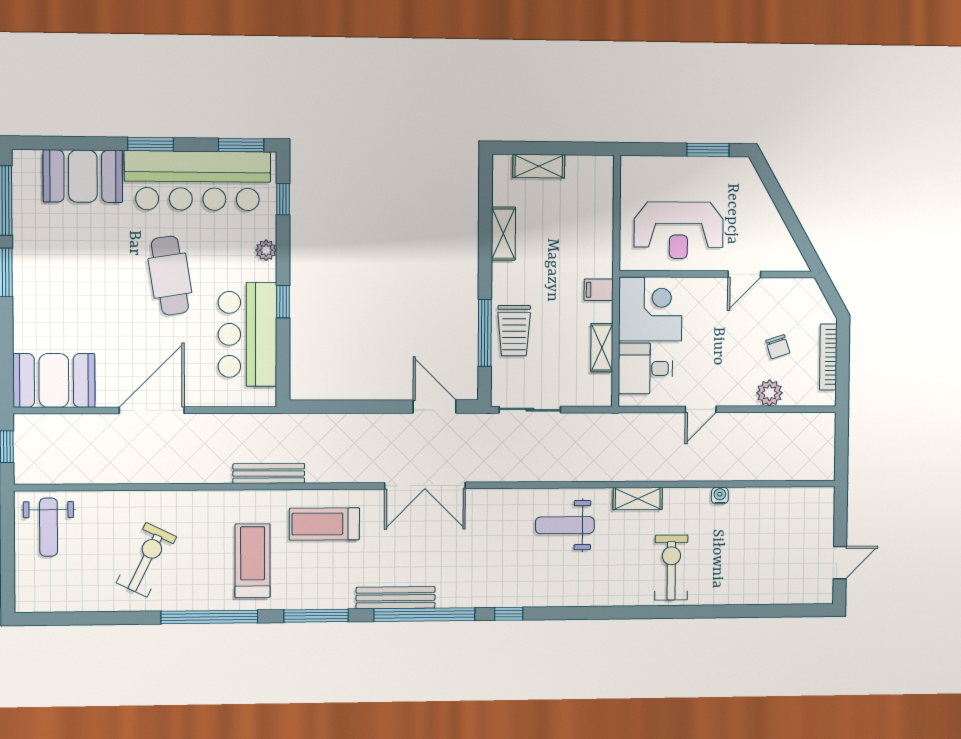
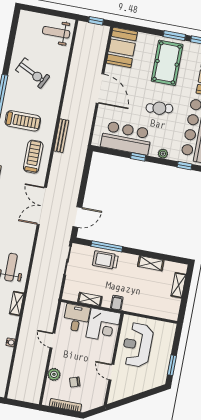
cafe table: (170, 276) -> (159, 108), width x0.73, depth x0.74
pool table: (68, 277) -> (167, 63), added

